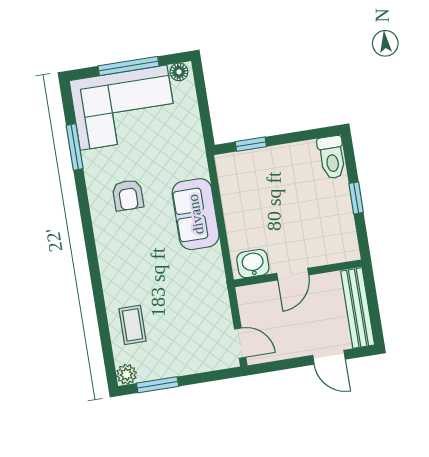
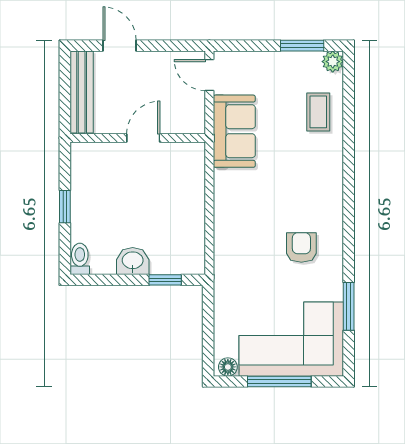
toilet: (332, 157) -> (80, 259), width x0.73, depth x0.72
sofa: (196, 214) -> (234, 131), moved
washbasin: (253, 264) -> (133, 261), moved, turned 180

